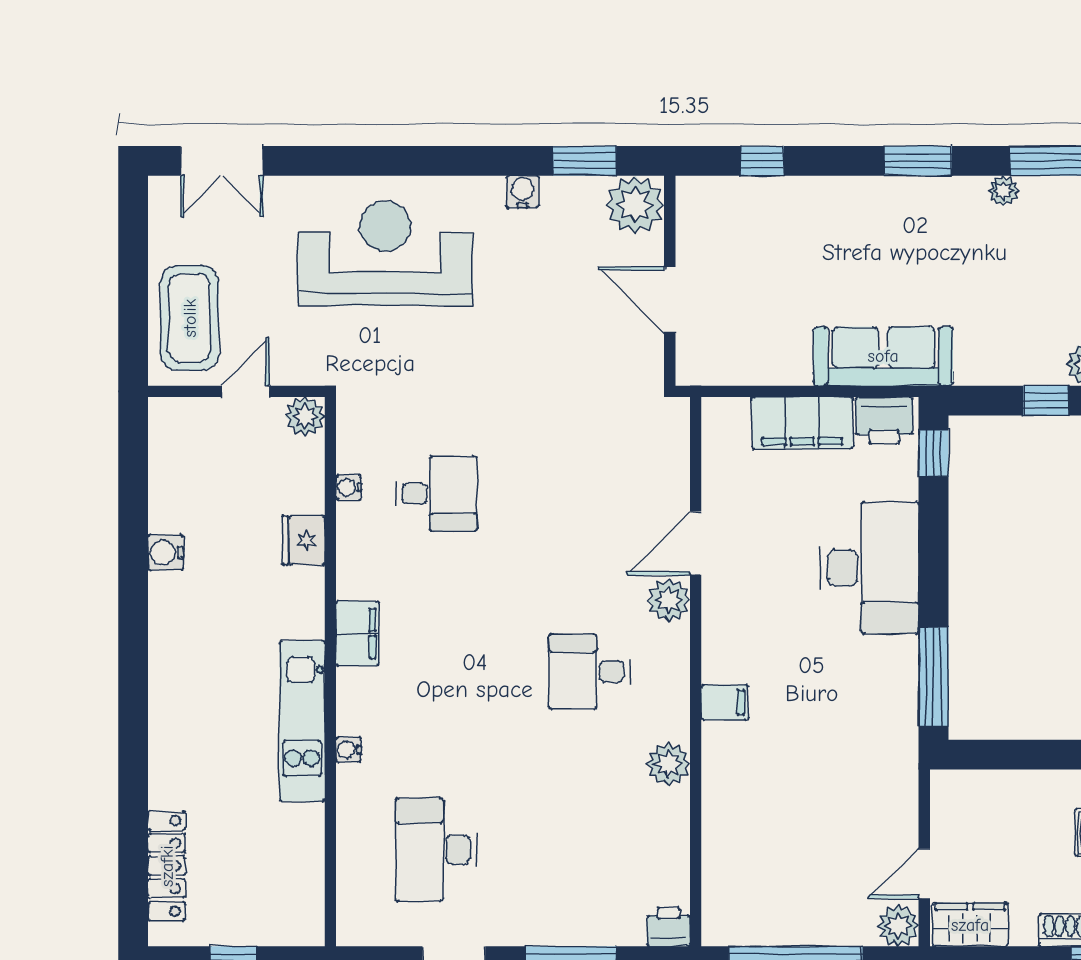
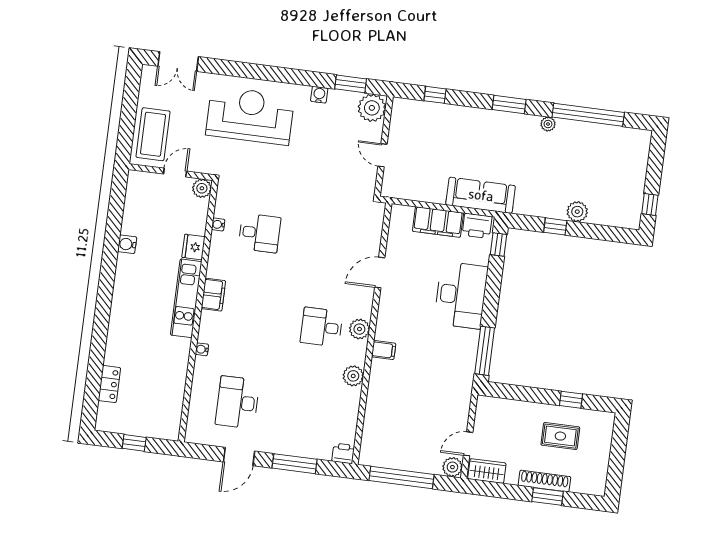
door: (670, 300) -> (382, 155), width x0.73
plant: (669, 600) -> (359, 329), moved
kitchen unit: (302, 721) -> (186, 298), moved
locker: (167, 866) -> (109, 384), width x0.66

